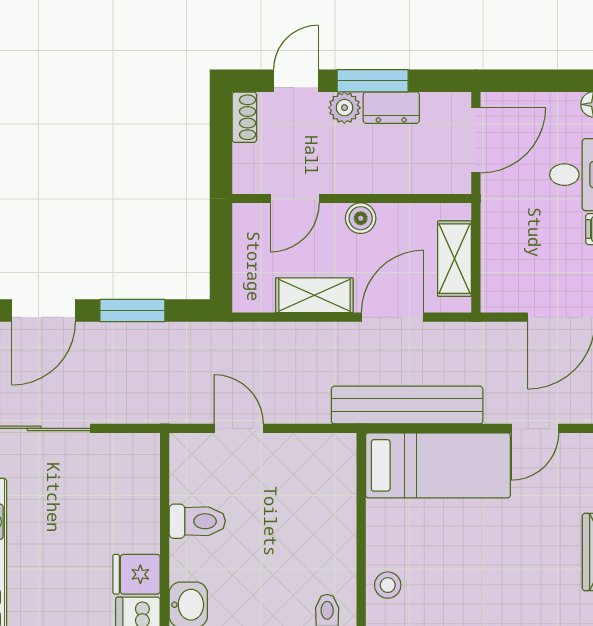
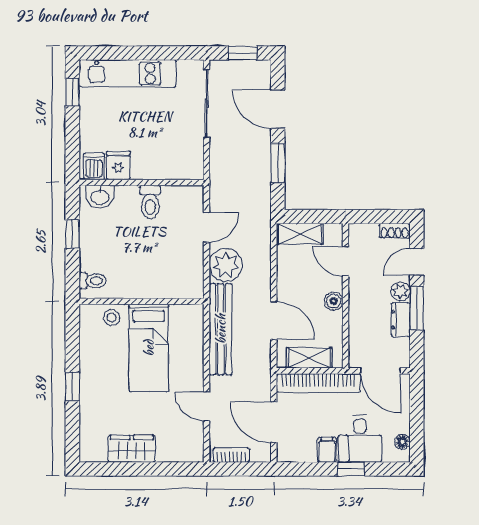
door: (296, 81) -> (417, 262), swing flipped
bookcase: (496, 243) -> (318, 383), added
shelving: (314, 295) -> (300, 234), moved, turned 90
plant: (301, 397) -> (226, 265), added
bed: (438, 465) -> (149, 348), moved

